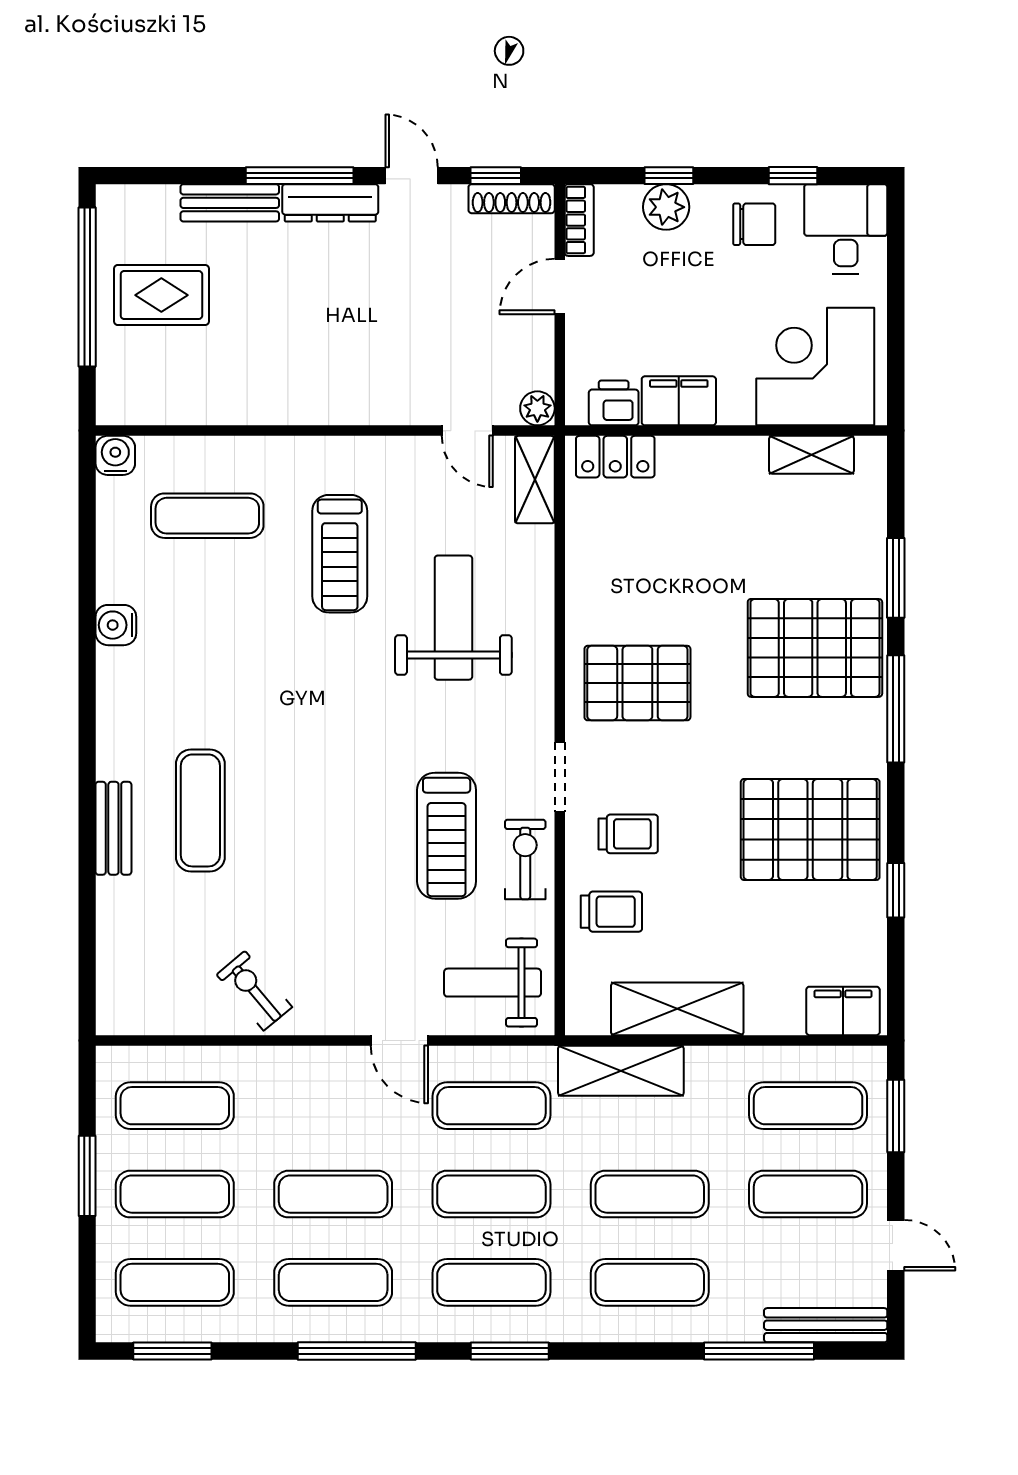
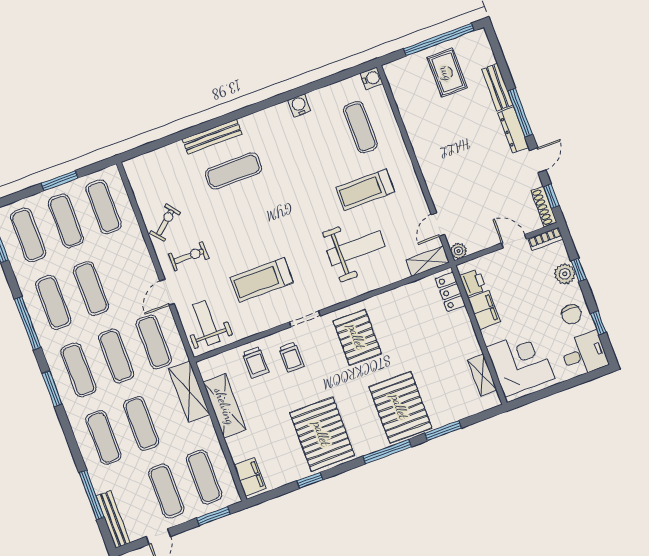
bench: (113, 828) -> (212, 137), width x1.36
exercise bike: (525, 860) -> (189, 256), moved

